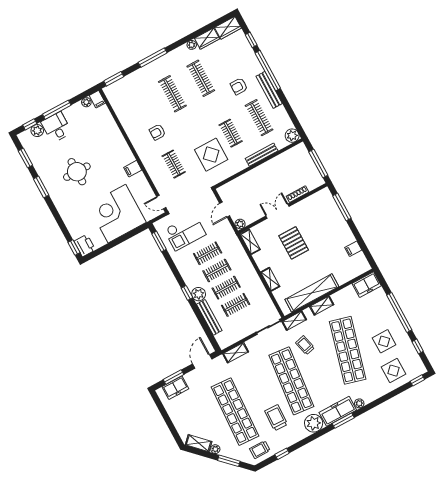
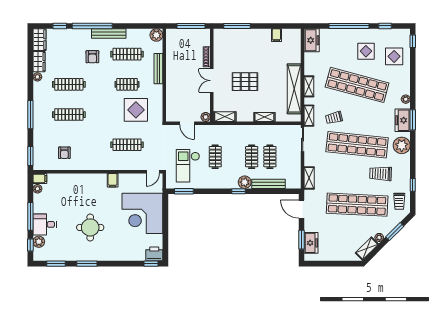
armchair: (157, 132) -> (64, 153), moved
clothes rail: (174, 164) -> (127, 145), width x1.36
checkout: (185, 232) -> (188, 166), turned 180
clothes rail: (217, 270) -> (233, 157), removed
freezer: (338, 411) -> (403, 120), width x0.71

